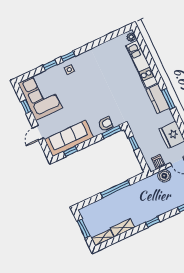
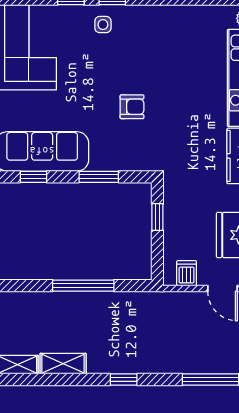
armchair: (106, 124) -> (132, 107), moved
window: (111, 132) -> (99, 177), moved
boiler: (164, 176) -> (186, 304), removed

